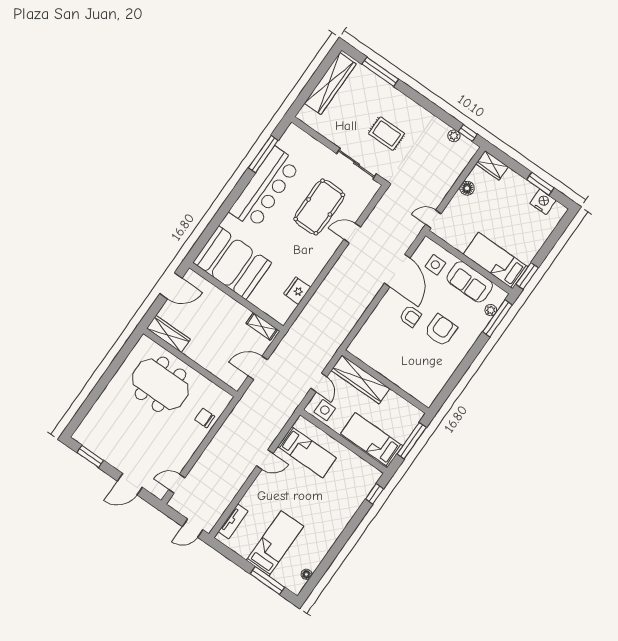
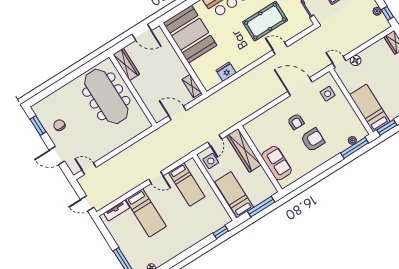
floor lamp: (467, 188) -> (356, 60), moved
door: (397, 271) -> (300, 87), swing flipped
sofa: (470, 282) -> (277, 163), moved, turned 180
meeting table: (160, 384) -> (106, 96), width x1.36
chair: (205, 418) -> (59, 125), moved
bed: (275, 543) -> (146, 213), moved, turned 90

